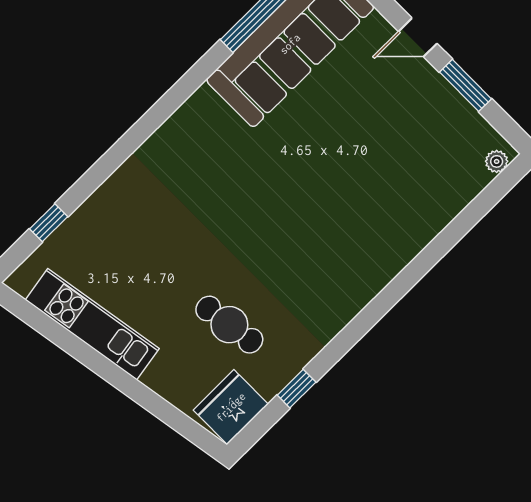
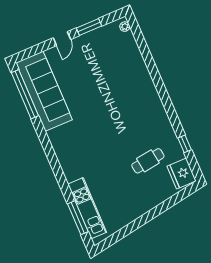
window: (49, 223) -> (78, 218), width x2.17
kitchen unit: (92, 324) -> (87, 208), moved, turned 99

